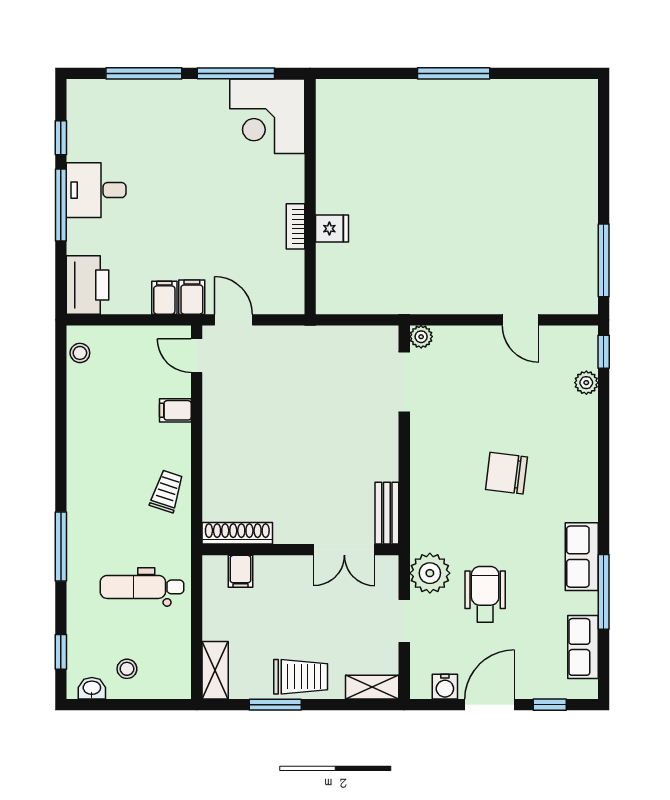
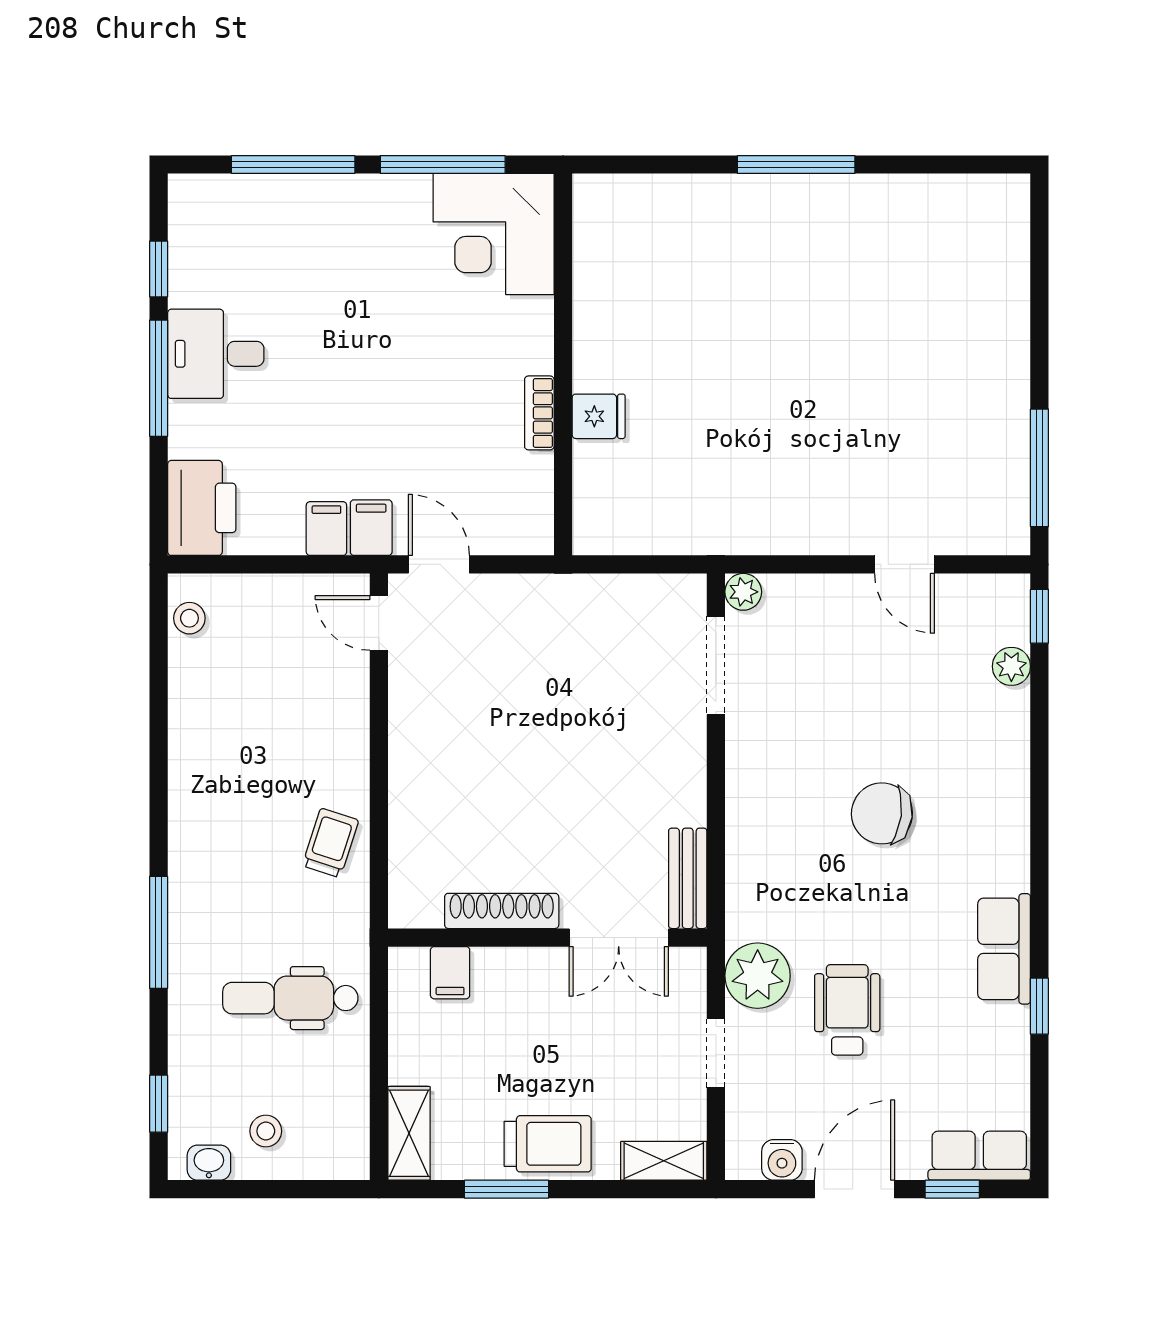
filing cabinet: (175, 410) -> (344, 711), removed
shoe rack: (237, 533) -> (502, 911), moved
window: (604, 592) -> (1039, 1006), width x0.46
row of seats: (583, 647) -> (979, 1156), moved, turned 90

